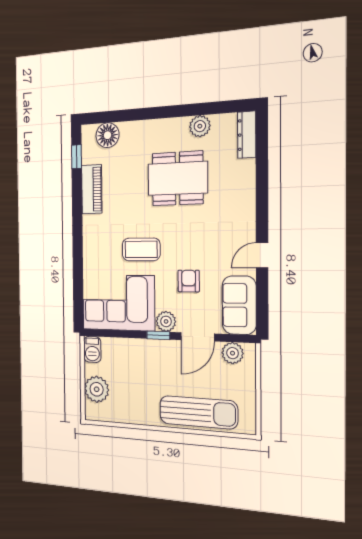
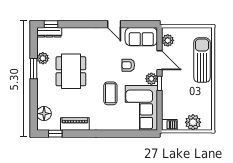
window: (182, 111) -> (34, 69), added
window: (262, 137) -> (51, 24), added

